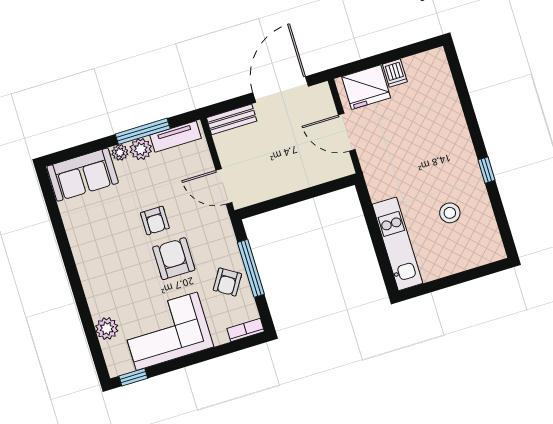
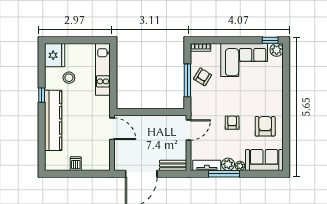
fridge: (366, 87) -> (55, 55), moved, turned 90
door: (347, 132) -> (112, 129), moved
kitchen counter: (454, 134) -> (53, 120), added
door: (224, 186) -> (189, 130), hinge flipped
armchair: (174, 259) -> (265, 126), moved, turned 180
plant: (107, 328) -> (277, 50), moved

